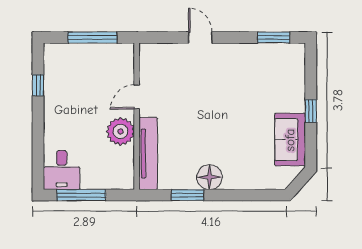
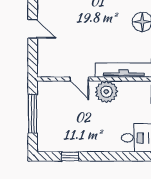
door: (200, 38) -> (33, 29), swing flipped

